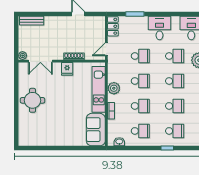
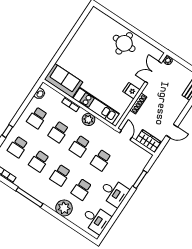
locker: (113, 26) -> (142, 154), removed
wardrobe: (99, 28) -> (148, 141), added

